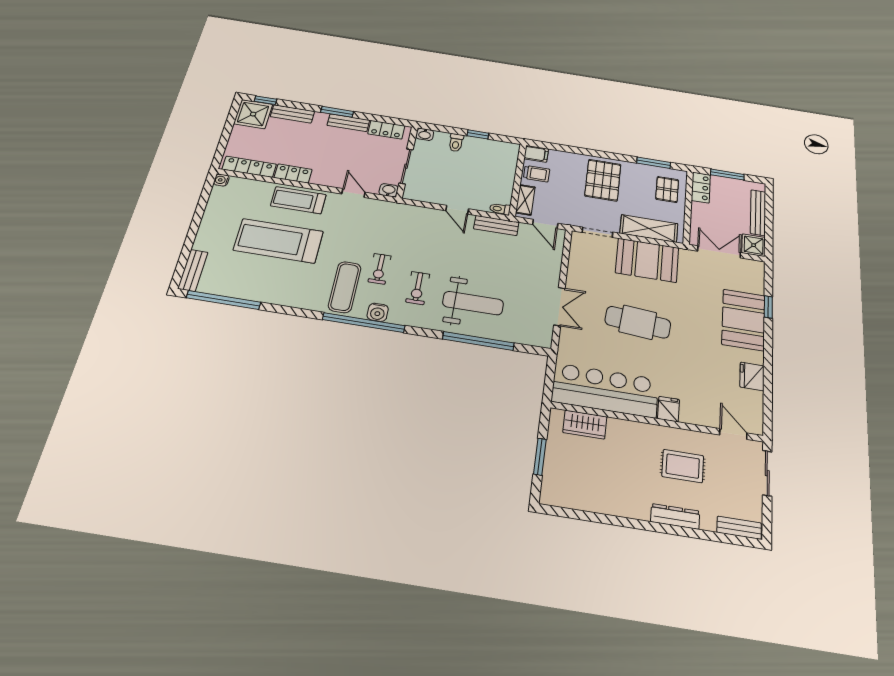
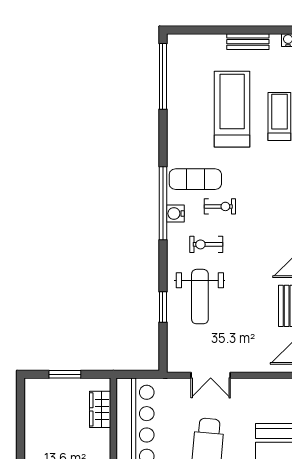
exercise bike: (380, 269) -> (220, 206), turned 180
bench: (193, 270) -> (248, 42), moved
window: (478, 341) -> (163, 307), width x0.47

